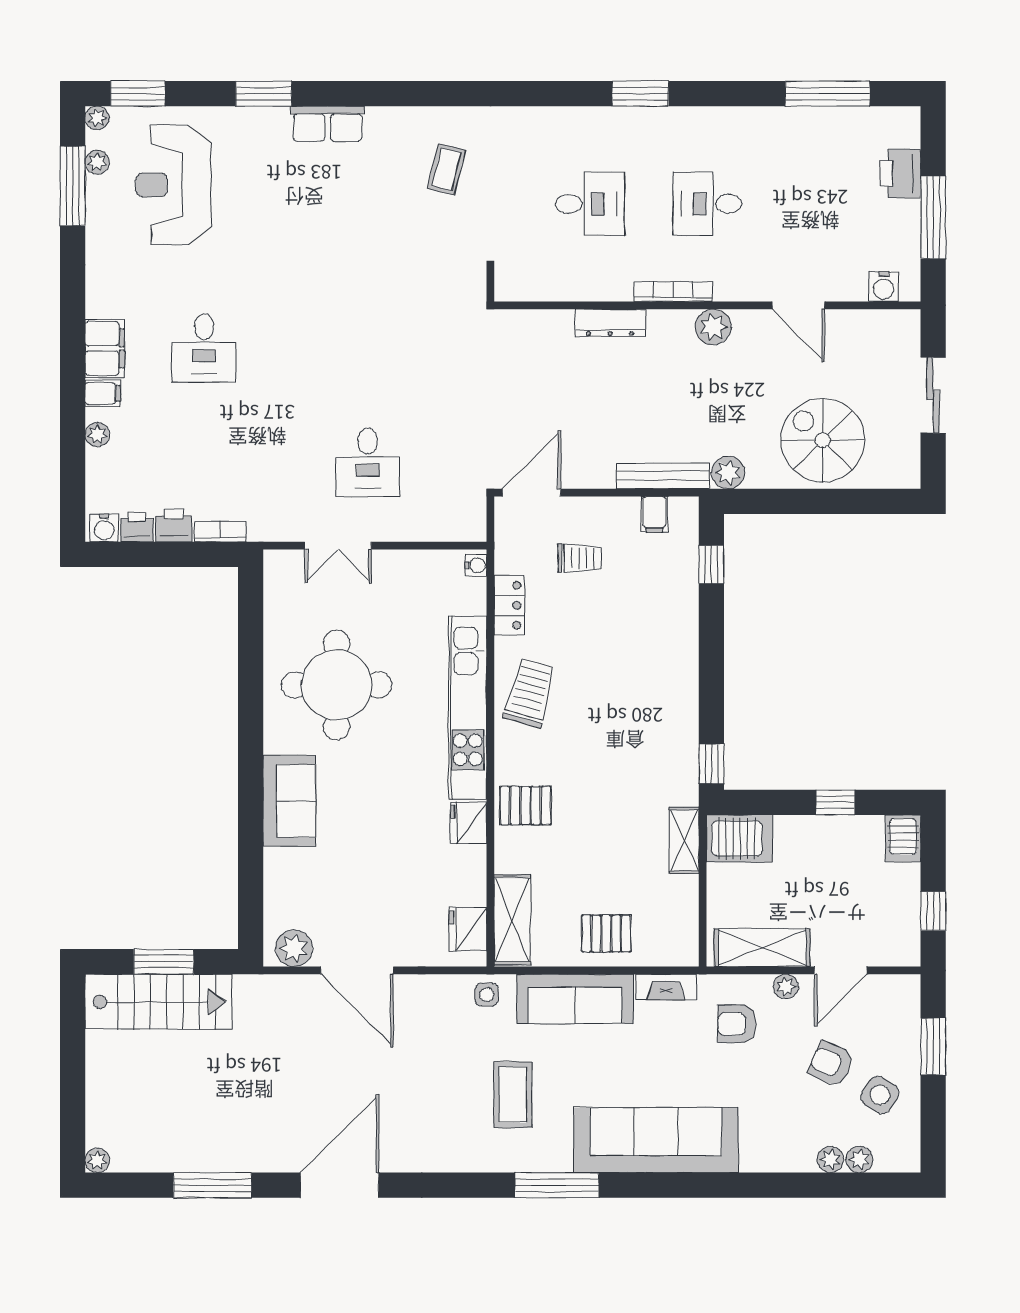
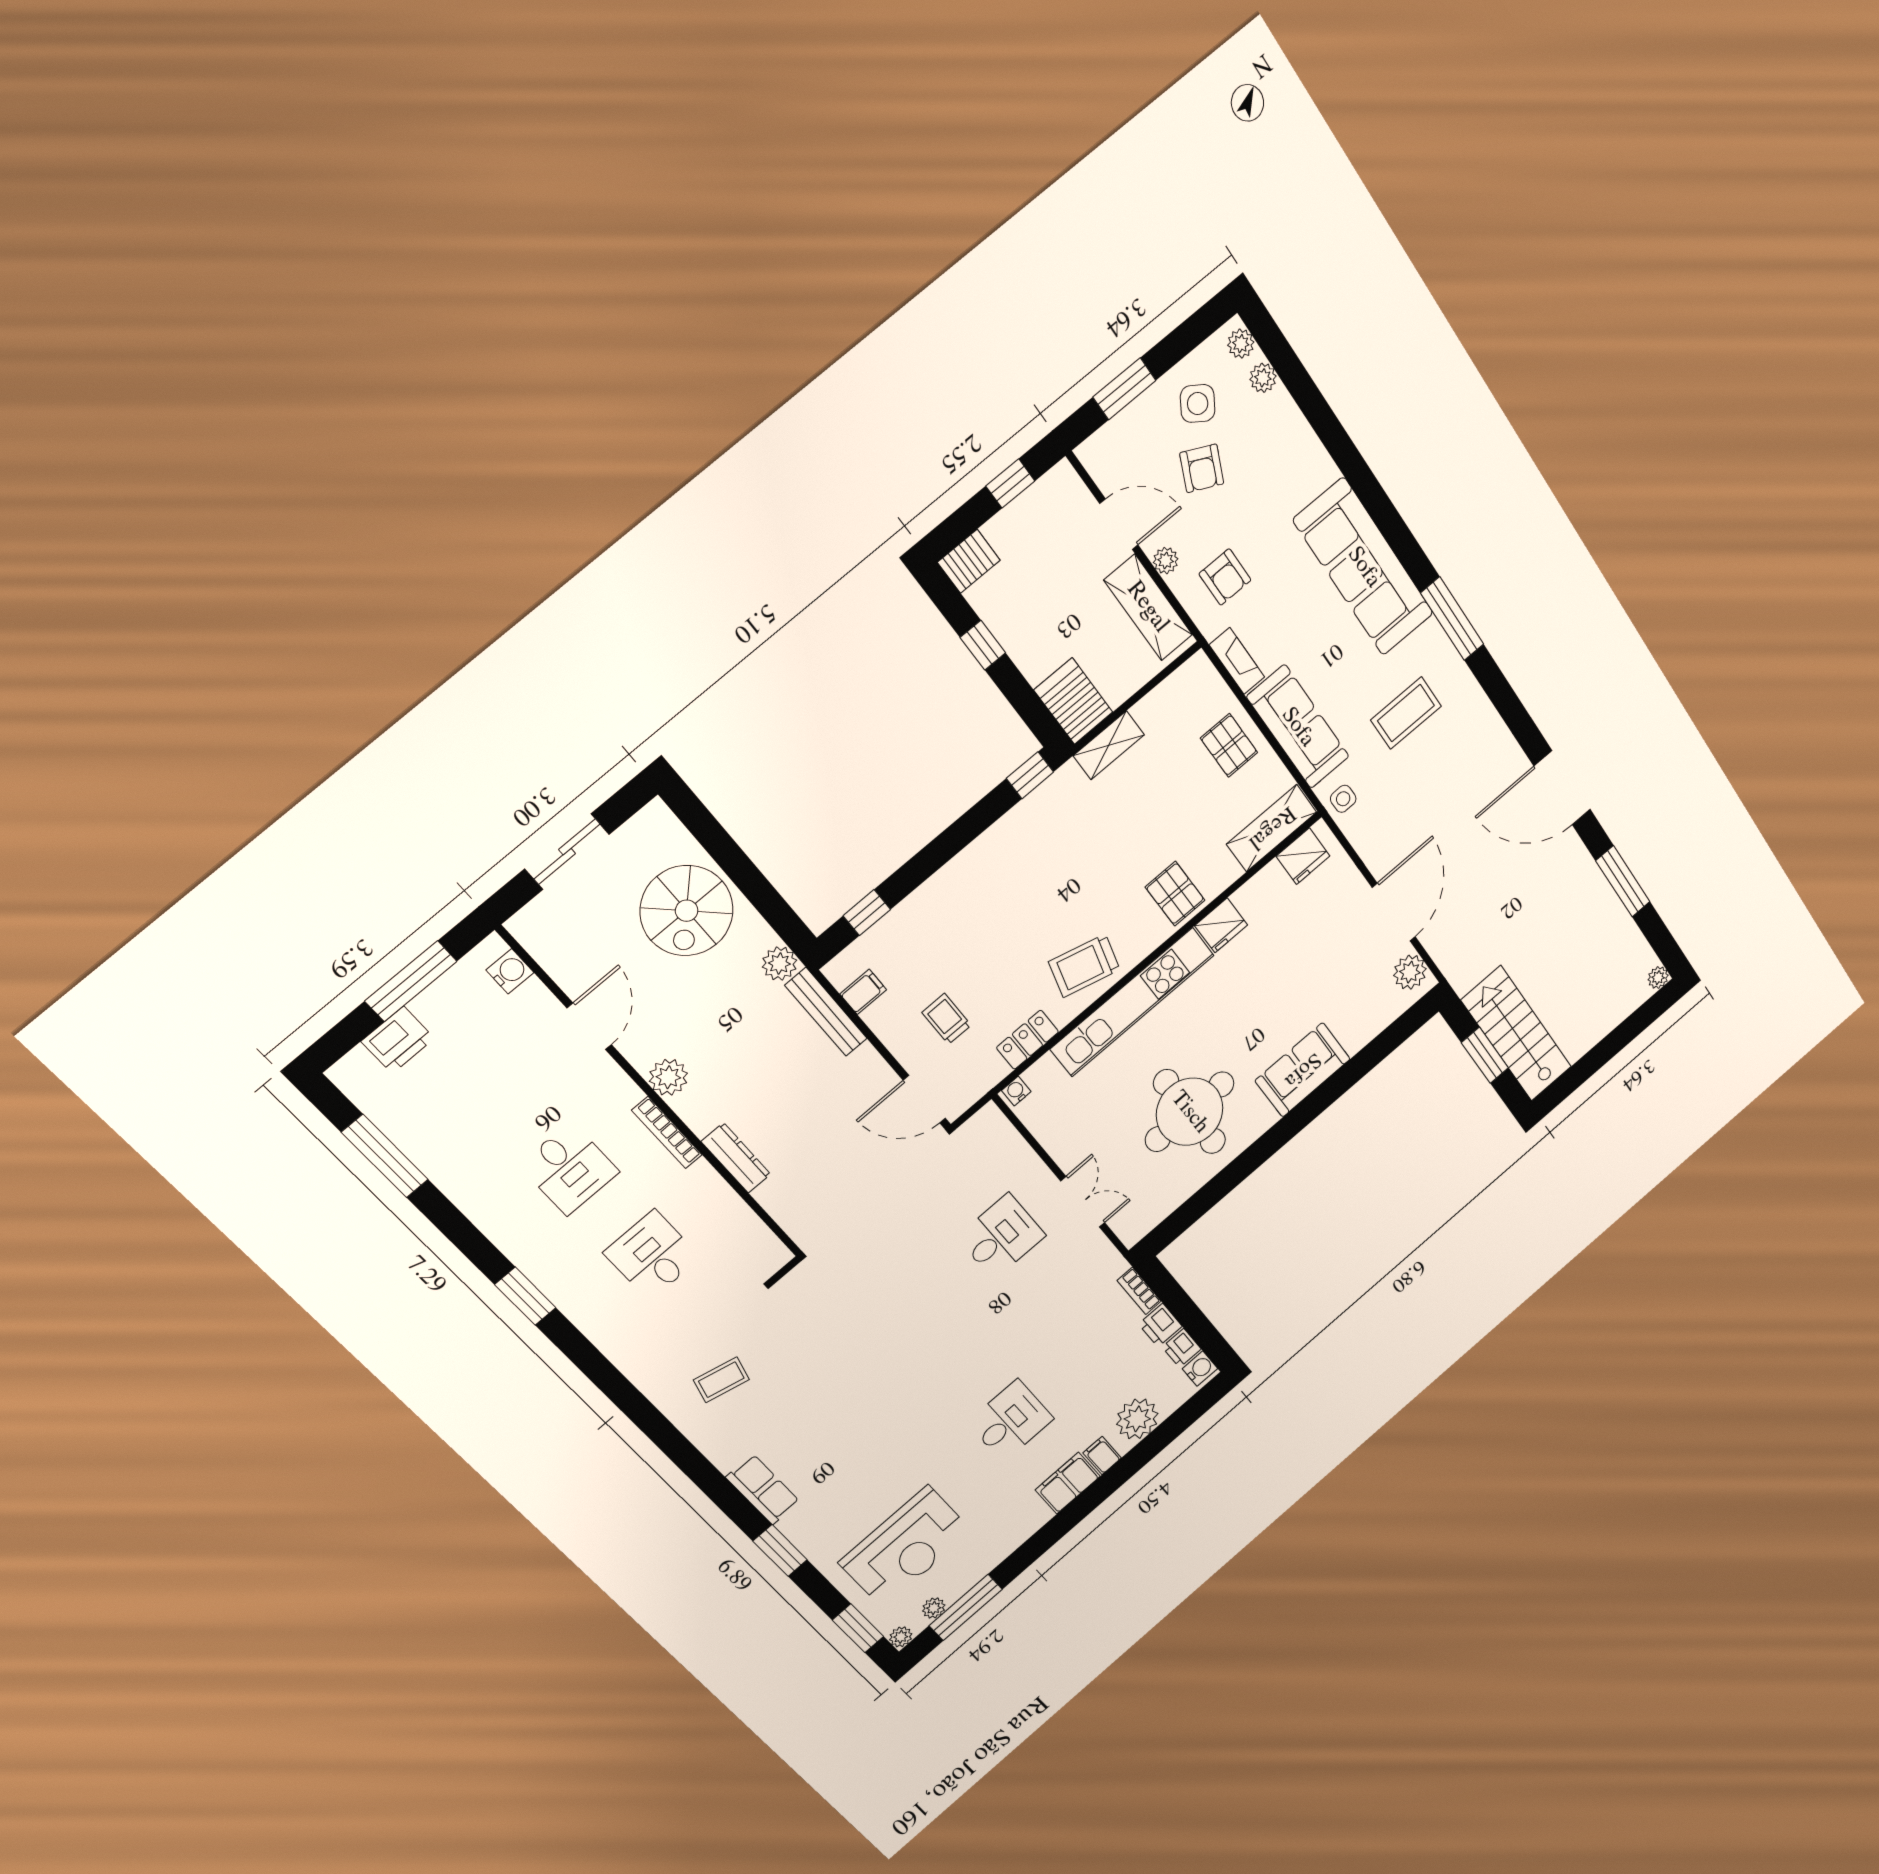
plant: (97, 435) -> (1137, 1419), width x1.87, depth x1.87
plant: (830, 1160) -> (1241, 344), moved

